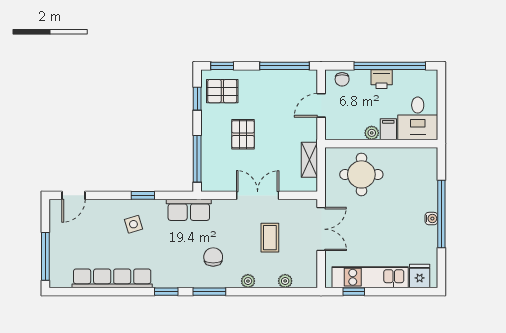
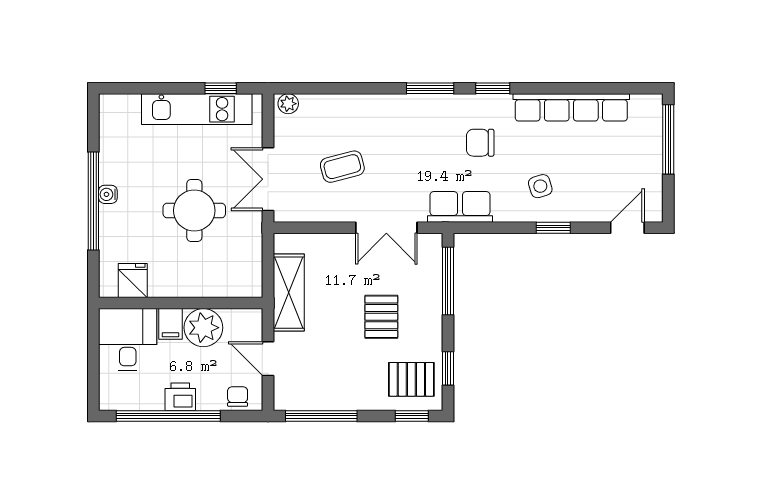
door: (321, 105) -> (268, 359), swing flipped
plant: (372, 133) -> (203, 328), width x1.87, depth x1.87
shelving: (309, 160) -> (289, 293), width x1.50, depth x1.33
round table: (361, 174) -> (194, 211), moved
window: (143, 195) -> (553, 228), moved
double door: (258, 195) -> (386, 228), moved
coffee table: (270, 238) -> (342, 167), turned 75
chair: (213, 257) -> (480, 143), moved, turned 90
fridge: (420, 276) -> (133, 280), moved, turned 180
plant: (248, 281) -> (374, 104), removed
plant: (285, 281) -> (288, 104), moved

